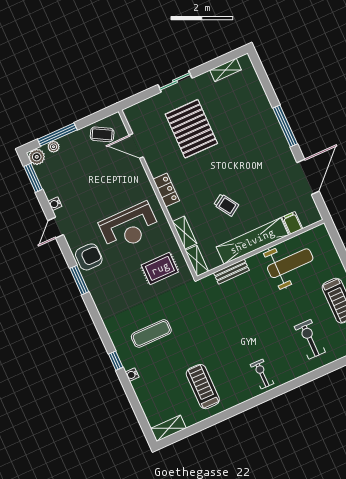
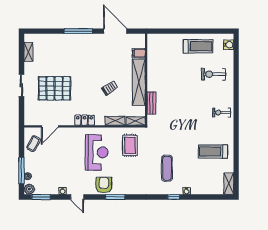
weight bench: (290, 263) -> (162, 65), removed

